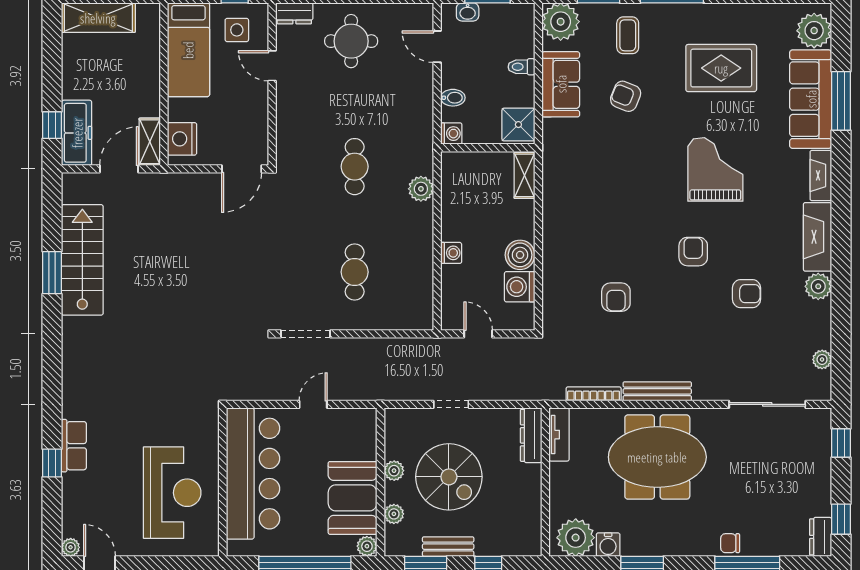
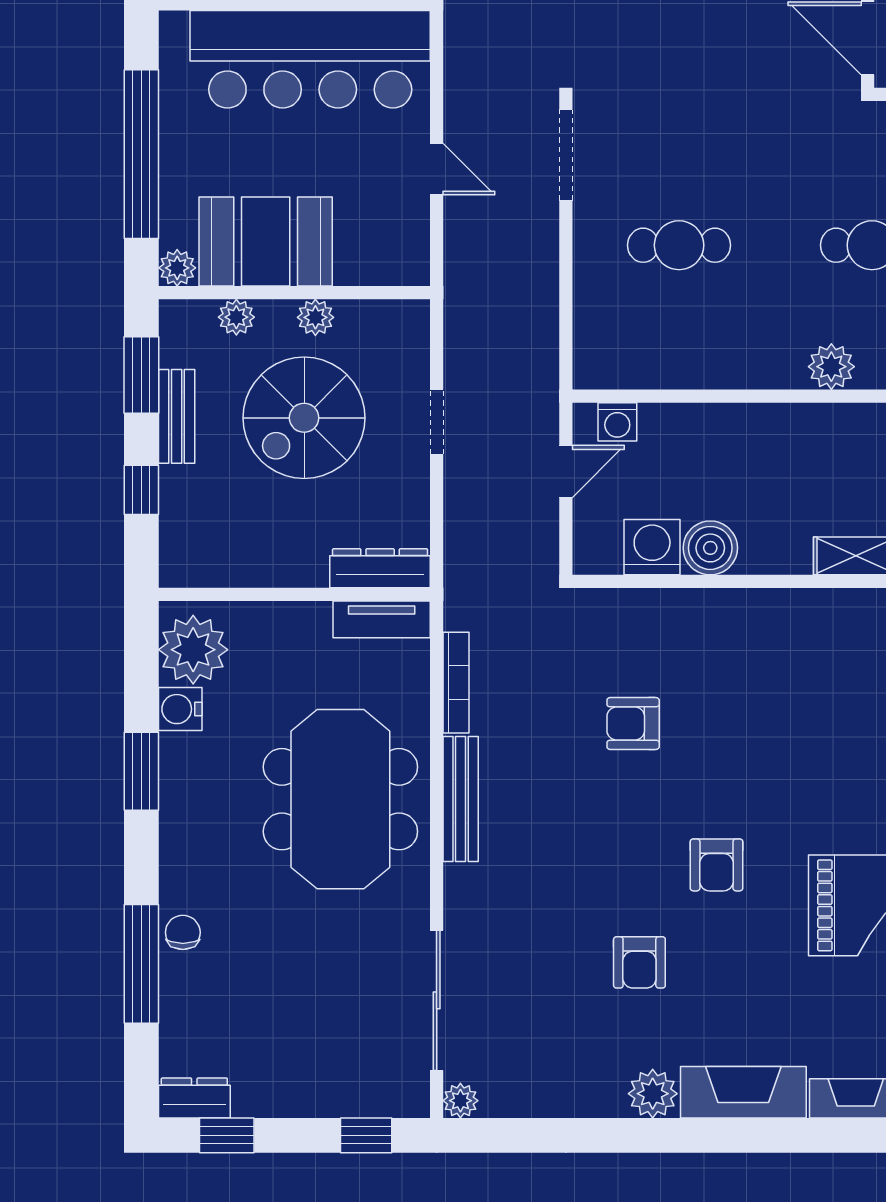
armchair: (693, 252) -> (716, 865), turned 90
washing machine: (451, 253) -> (617, 422), moved
plant: (822, 359) -> (460, 1101), moved

